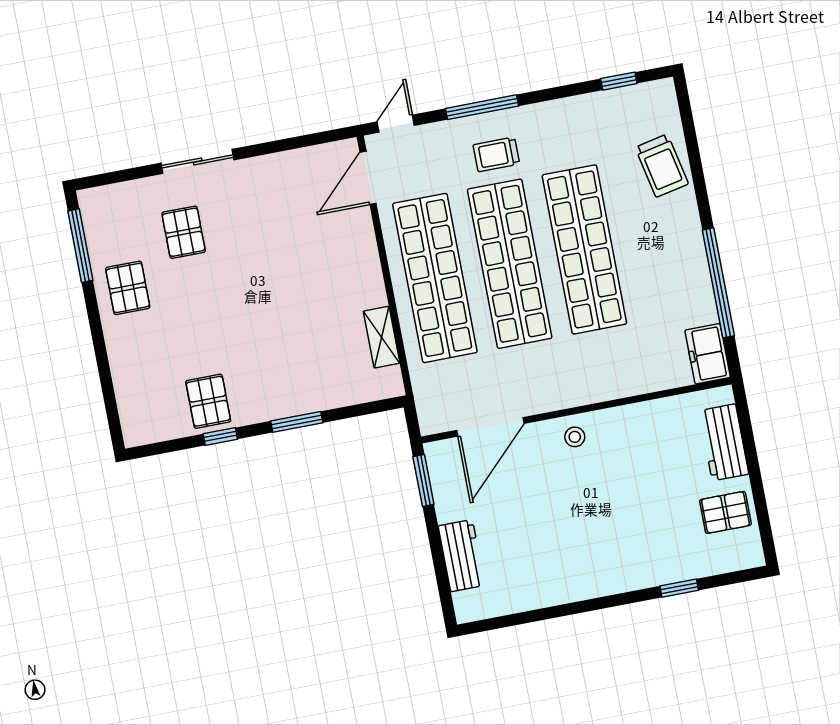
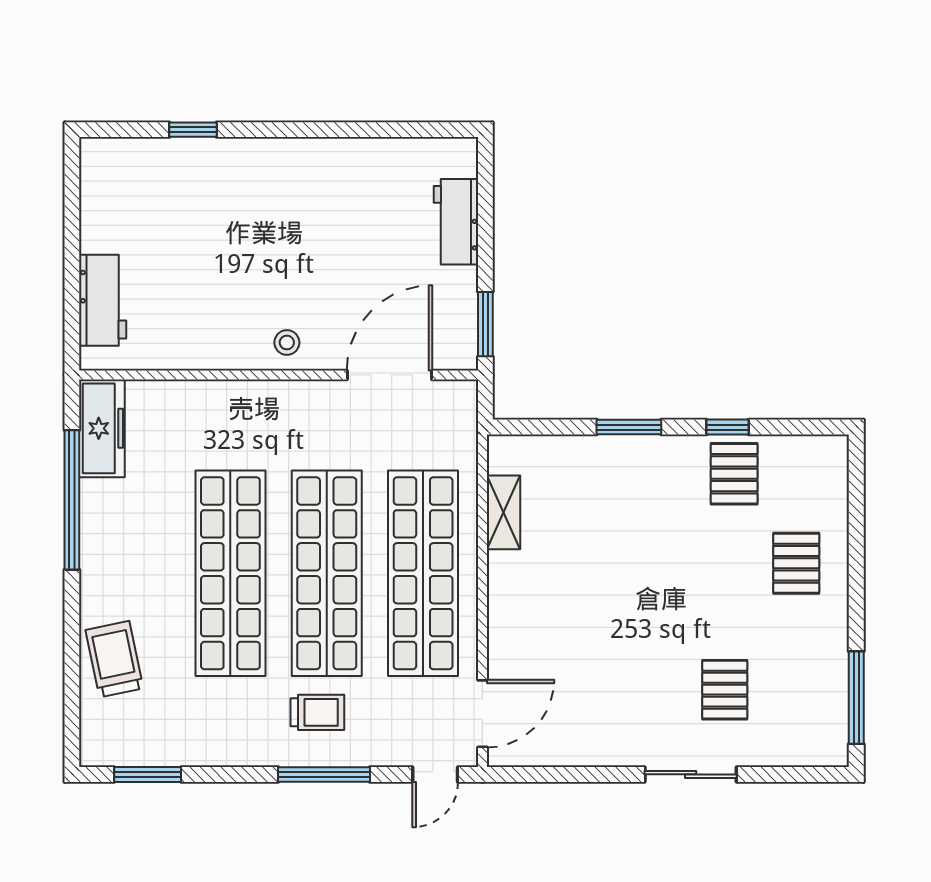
window: (619, 81) -> (148, 774), width x1.50
pallet: (128, 288) -> (796, 563), moved
freezer: (708, 354) -> (102, 428), width x1.40
pallet: (725, 512) -> (117, 213), removed

